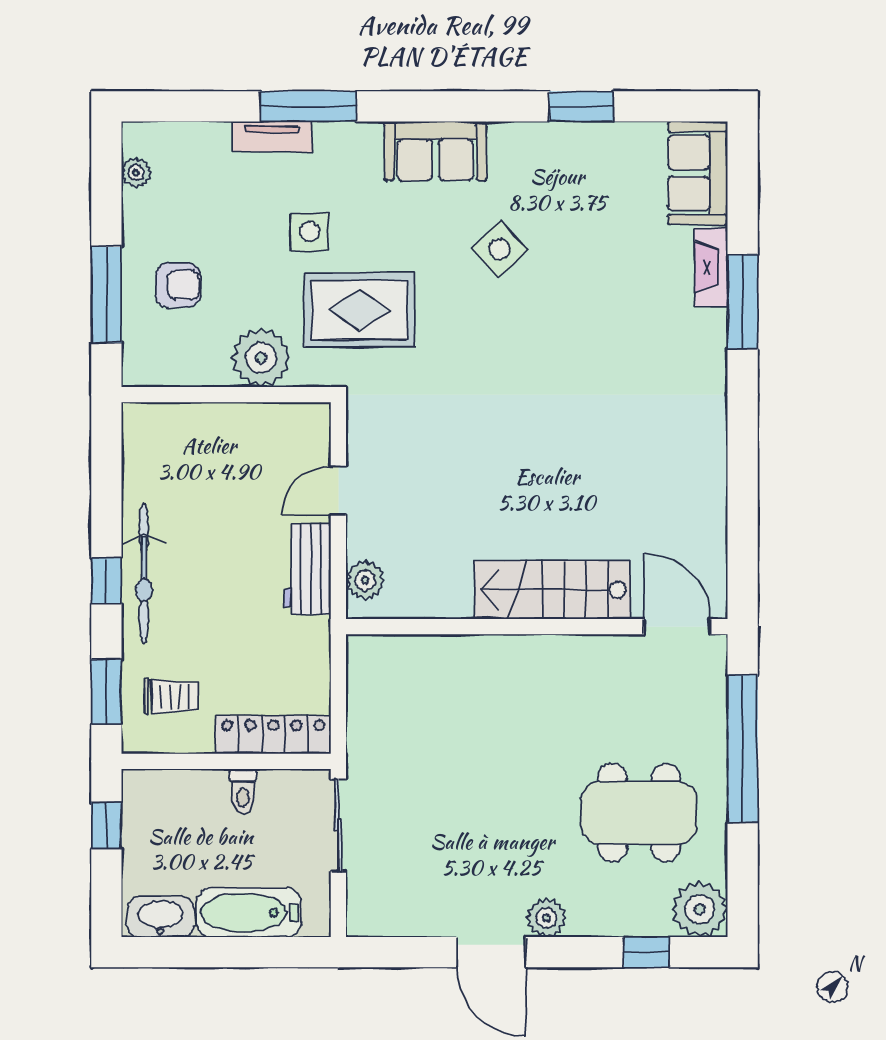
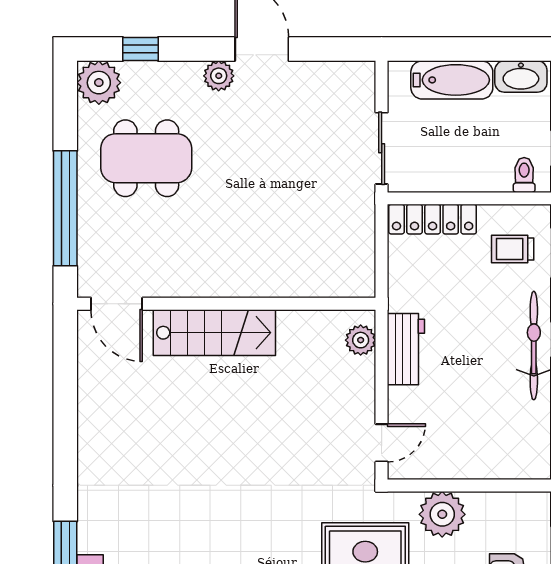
door: (338, 490) -> (382, 443), moved
toilet: (243, 791) -> (524, 175), moved

